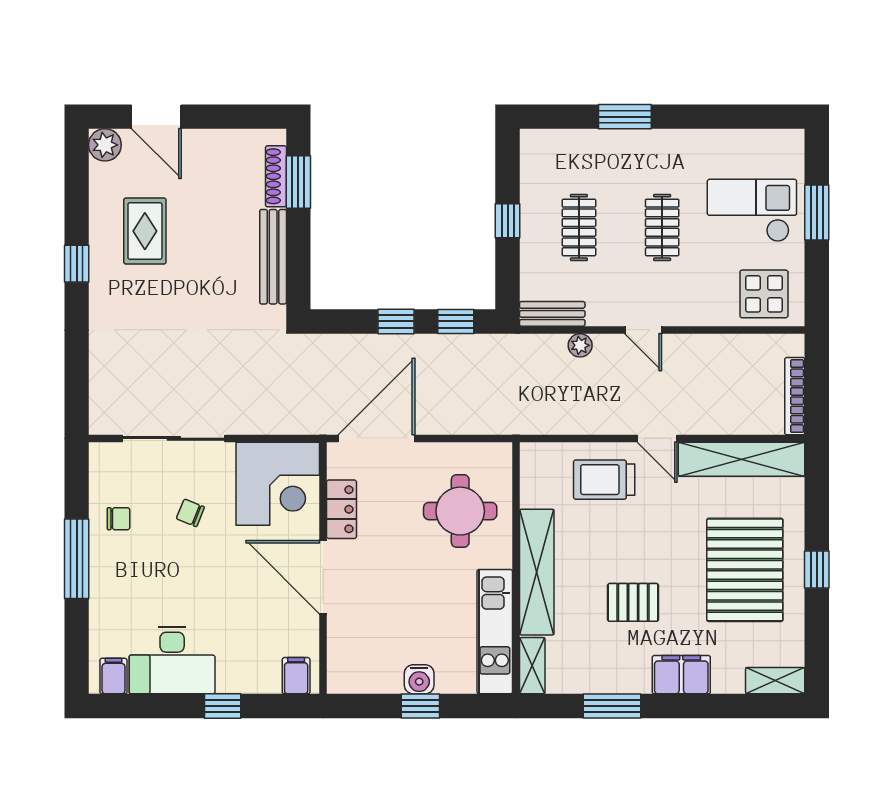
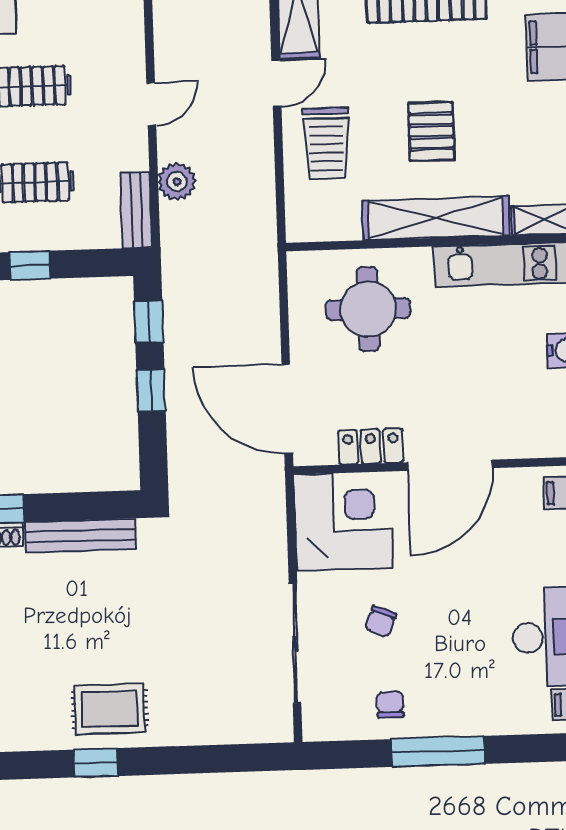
rug: (145, 231) -> (110, 709), moved
plant: (580, 345) -> (177, 181), width x1.38, depth x1.38
pallet: (633, 602) -> (431, 131), moved

